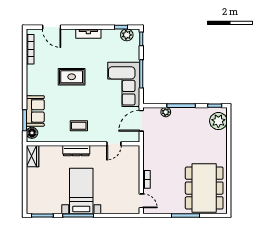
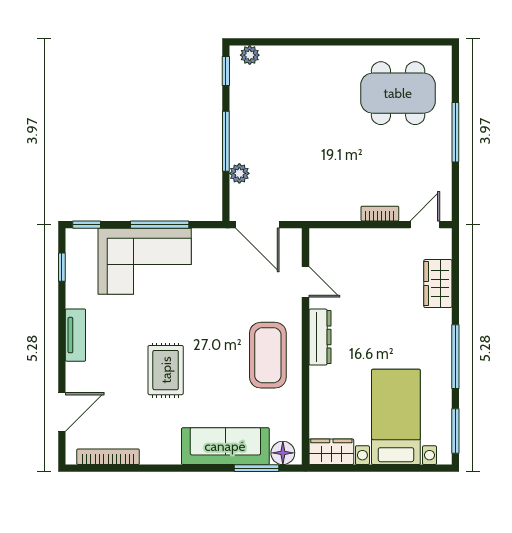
plant: (127, 35) -> (78, 255), removed
corner sofa: (124, 84) -> (145, 261), moved
sofa: (35, 111) -> (225, 446), width x1.36
plant: (218, 121) -> (250, 55), width x0.53, depth x0.53
coffee table: (79, 126) -> (268, 355), width x1.86, depth x1.72
dresser: (76, 151) -> (320, 337), moved
dining table: (204, 188) -> (398, 93), width x0.73, depth x0.80
bed with nightstands: (81, 191) -> (396, 417), moved, turned 90
wardrobe: (113, 207) -> (438, 284), added

